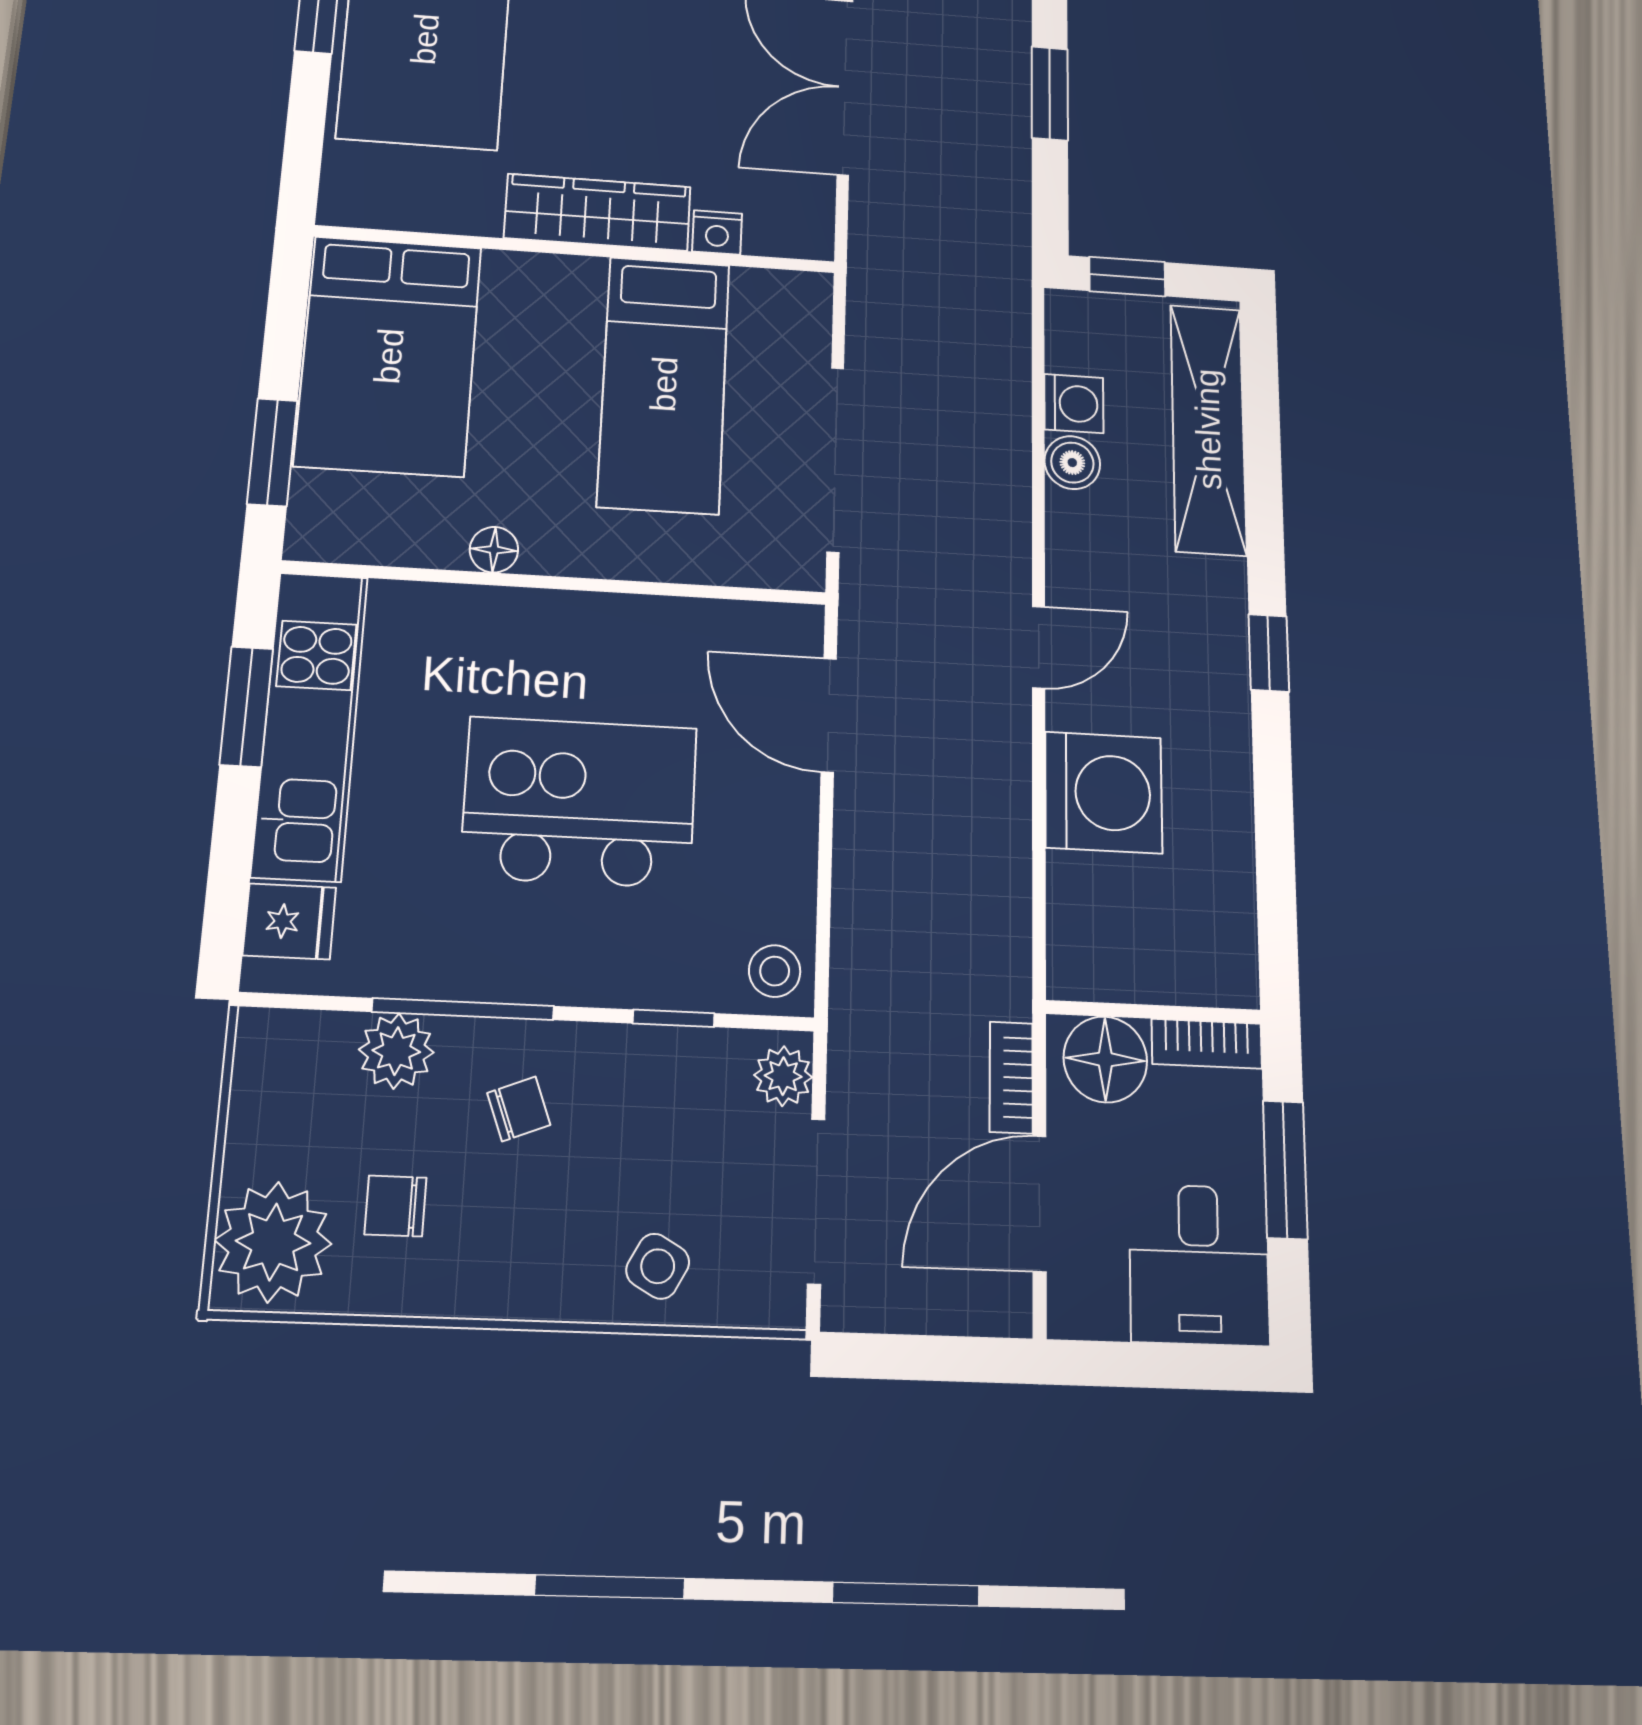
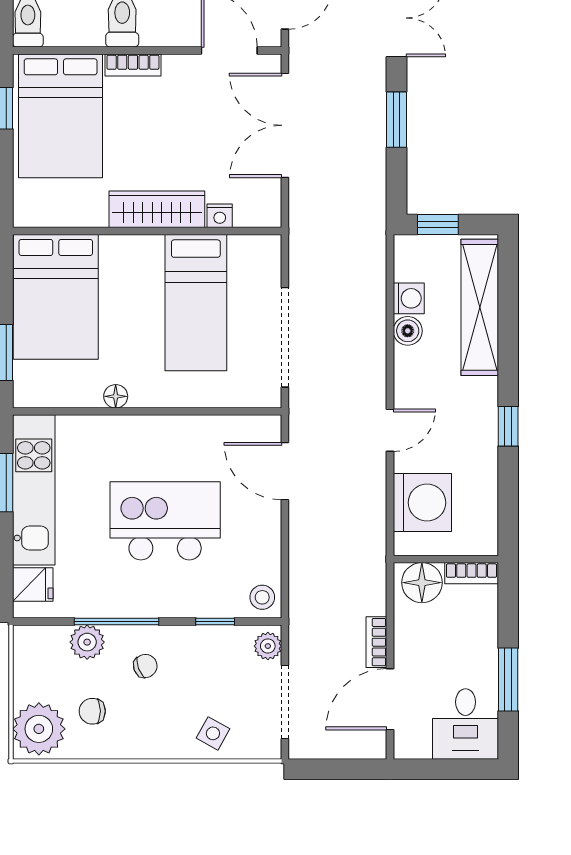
wall: (1154, 1012) -> (446, 559), moved
bookcase: (1207, 1044) -> (472, 573), moved
floor lamp: (1105, 1059) -> (422, 583), moved

